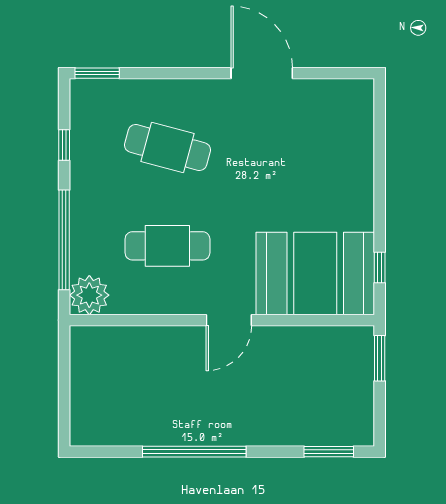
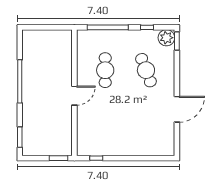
cafe table: (167, 147) -> (146, 70), turned -36
booth: (315, 274) -> (94, 131), removed
plant: (89, 295) -> (166, 38), moved
door: (229, 320) -> (74, 96), swing flipped

